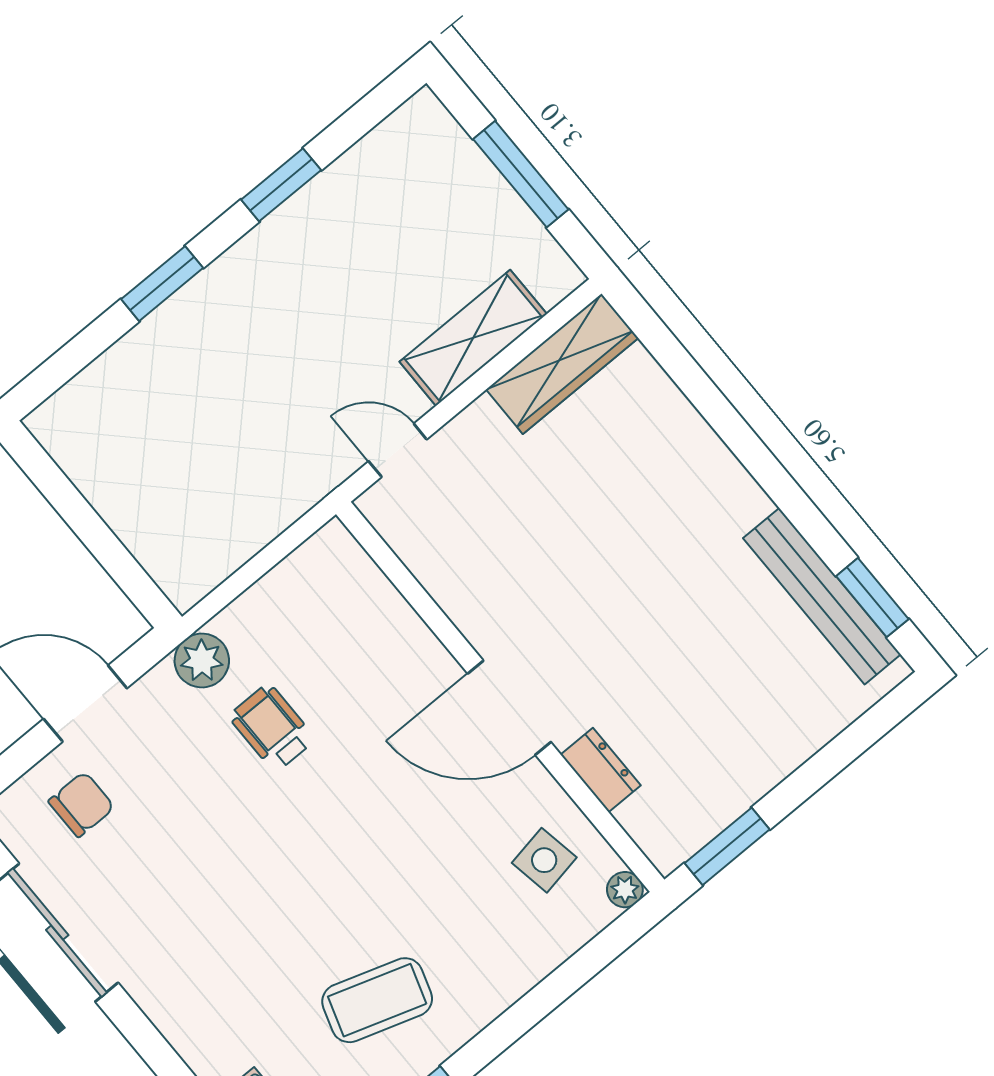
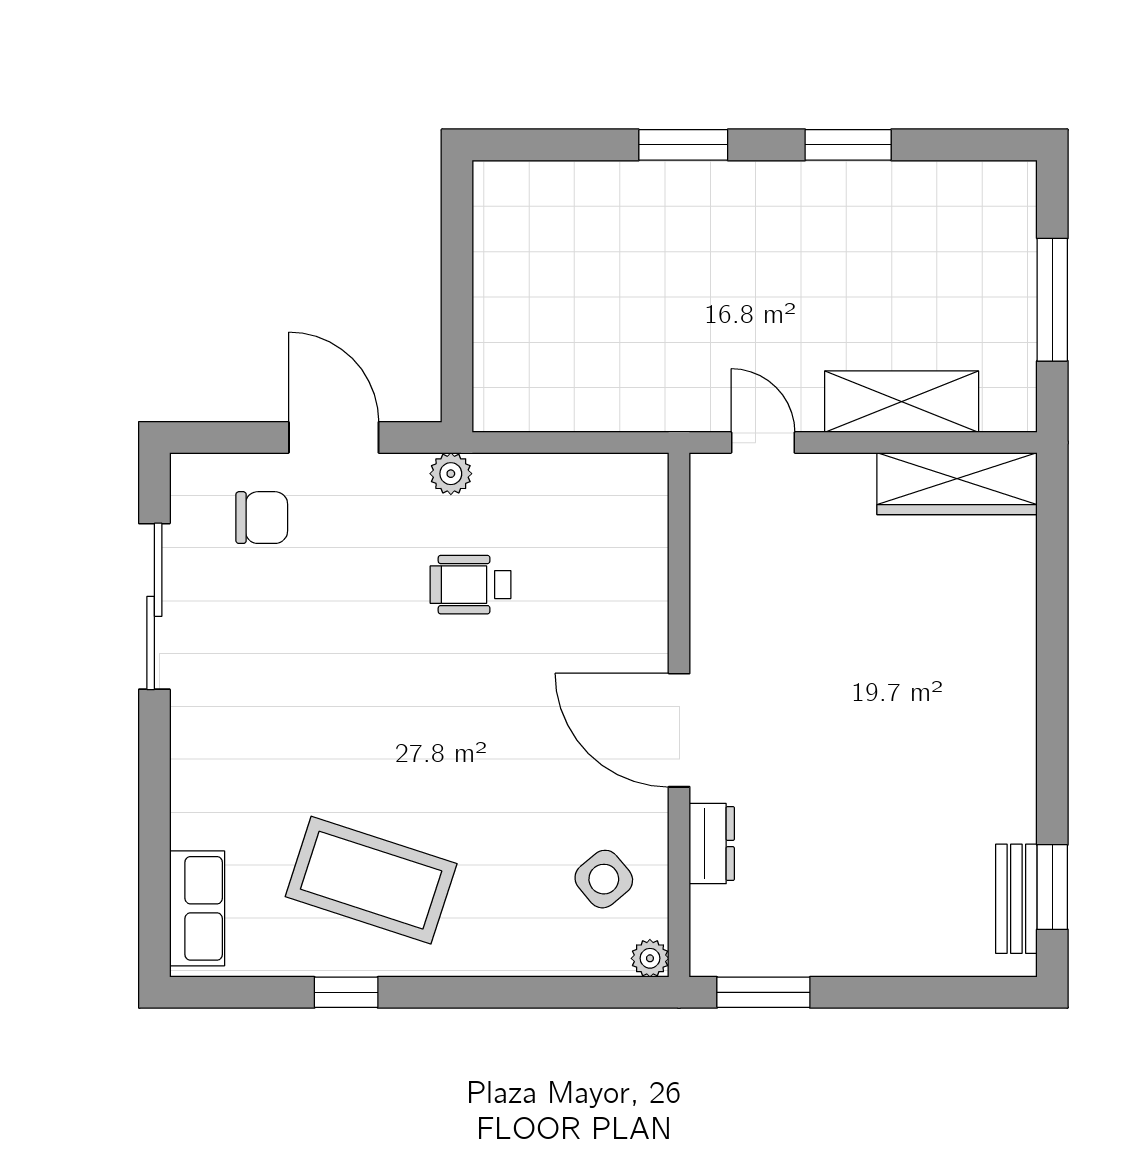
bench: (822, 596) -> (1016, 899), width x0.54, depth x0.82
plant: (202, 660) -> (451, 474), width x0.73, depth x0.73
wheelchair: (272, 728) -> (470, 585), turned -90
side table: (544, 860) -> (604, 879), turned -30
coffee table: (377, 1000) -> (371, 880), width x1.36, depth x1.32

